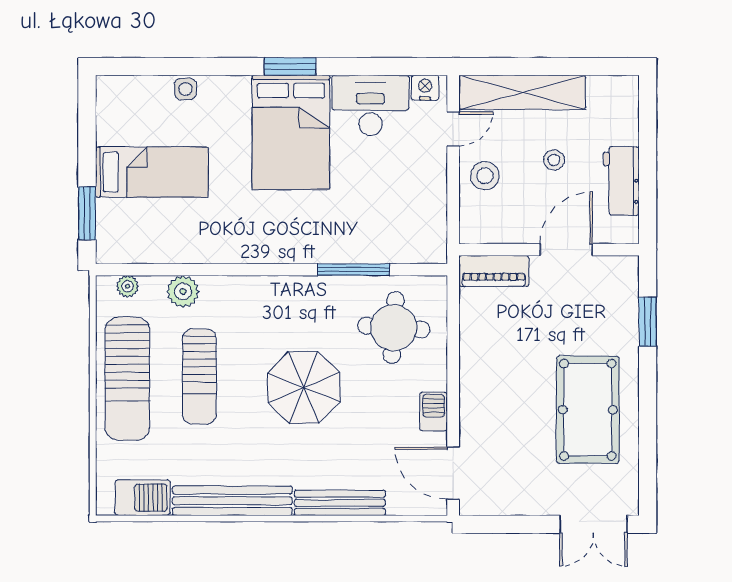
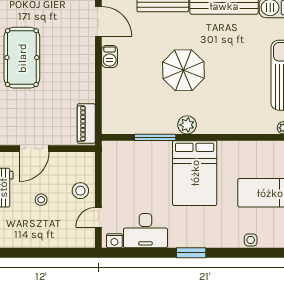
shelving: (522, 92) -> (59, 238), removed
bed: (291, 132) -> (195, 173), moved, turned 180
piano: (494, 271) -> (86, 123), moved, turned -90
plant: (183, 291) -> (187, 125), moved
round table: (394, 328) -> (132, 104), removed
sun lounger: (199, 377) -> (243, 76), removed

